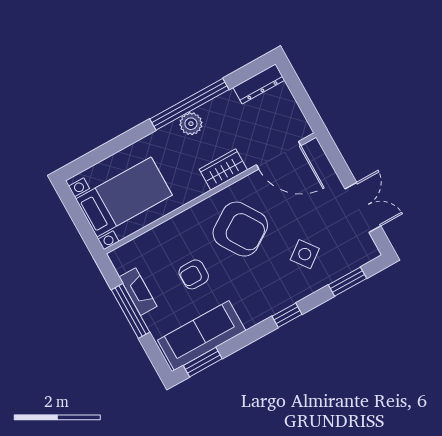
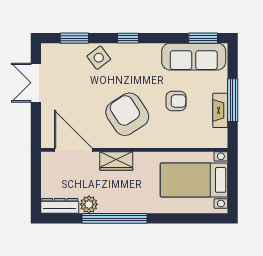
plant: (191, 124) -> (89, 204), moved
side table: (305, 254) -> (99, 58), moved

